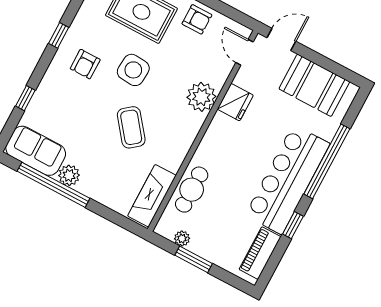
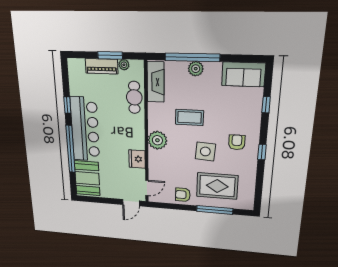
door: (245, 52) -> (147, 188), hinge flipped
booth: (314, 85) -> (87, 178), moved, turned 90
plant: (201, 97) -> (157, 140), moved
coffee table: (131, 127) -> (189, 117), turned -52
plant: (69, 175) -> (196, 69), moved
window: (53, 185) -> (192, 57), moved
piano: (260, 253) -> (102, 66), moved, turned 90

